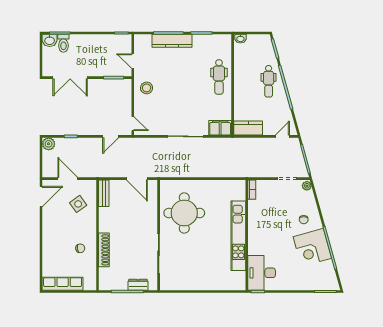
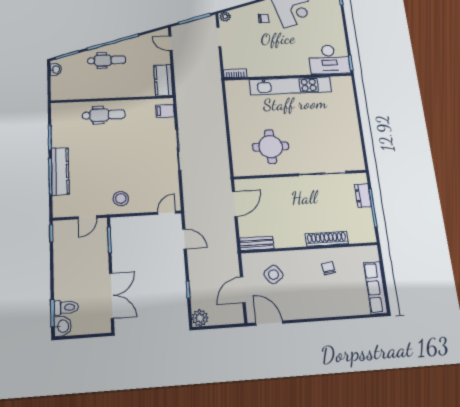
washbasin: (240, 39) -> (56, 70), moved
filing cabinet: (220, 128) -> (165, 111), width x0.50
round table: (184, 213) -> (271, 147), width x0.73, depth x0.73

